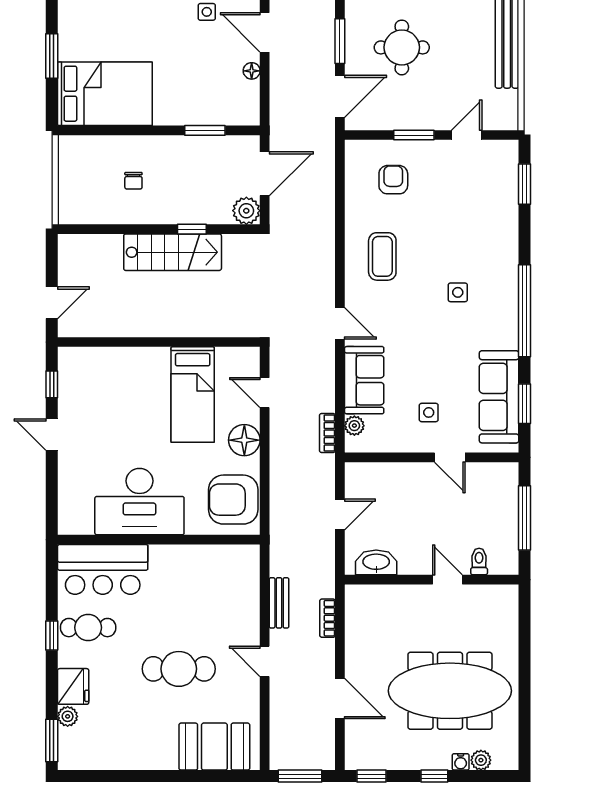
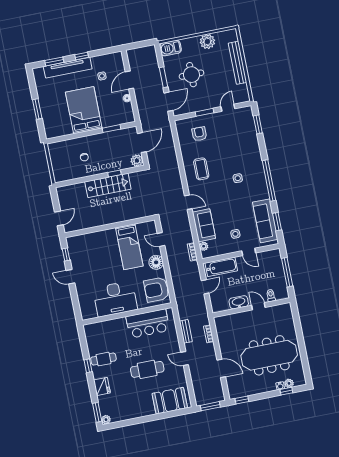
door: (265, 32) -> (129, 80), hinge flipped
bed: (105, 94) -> (84, 110), moved, turned -90
bathtub: (384, 478) -> (221, 267), added
washbasin: (376, 562) -> (239, 302), moved
bar counter: (103, 569) -> (148, 323), moved
plant: (68, 716) -> (106, 420), moved
window: (434, 776) -> (286, 391), moved

